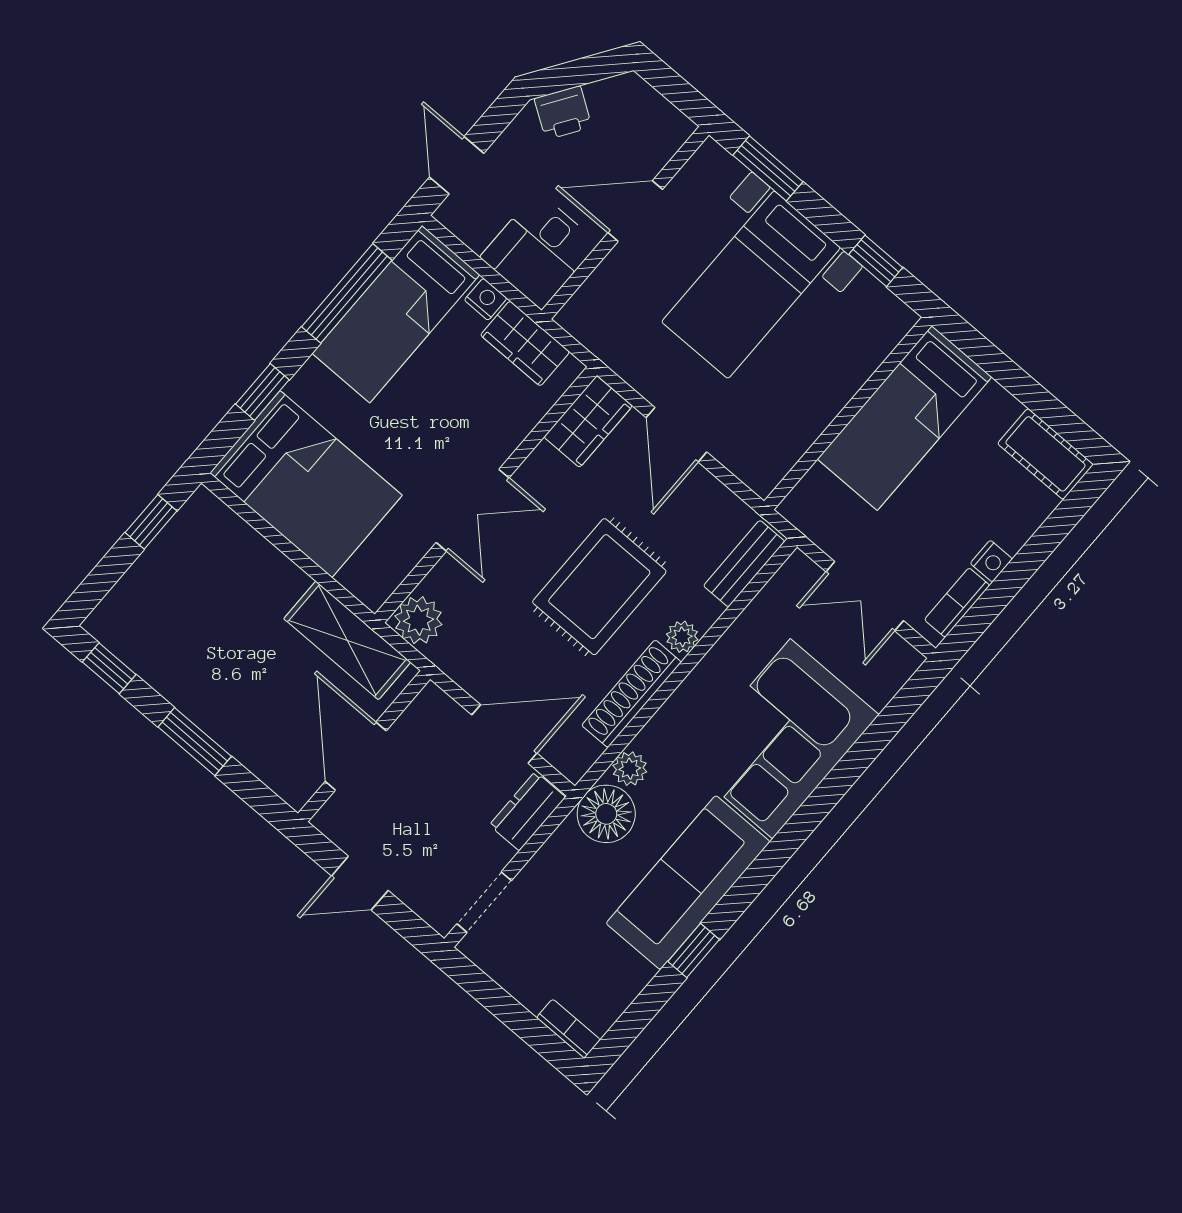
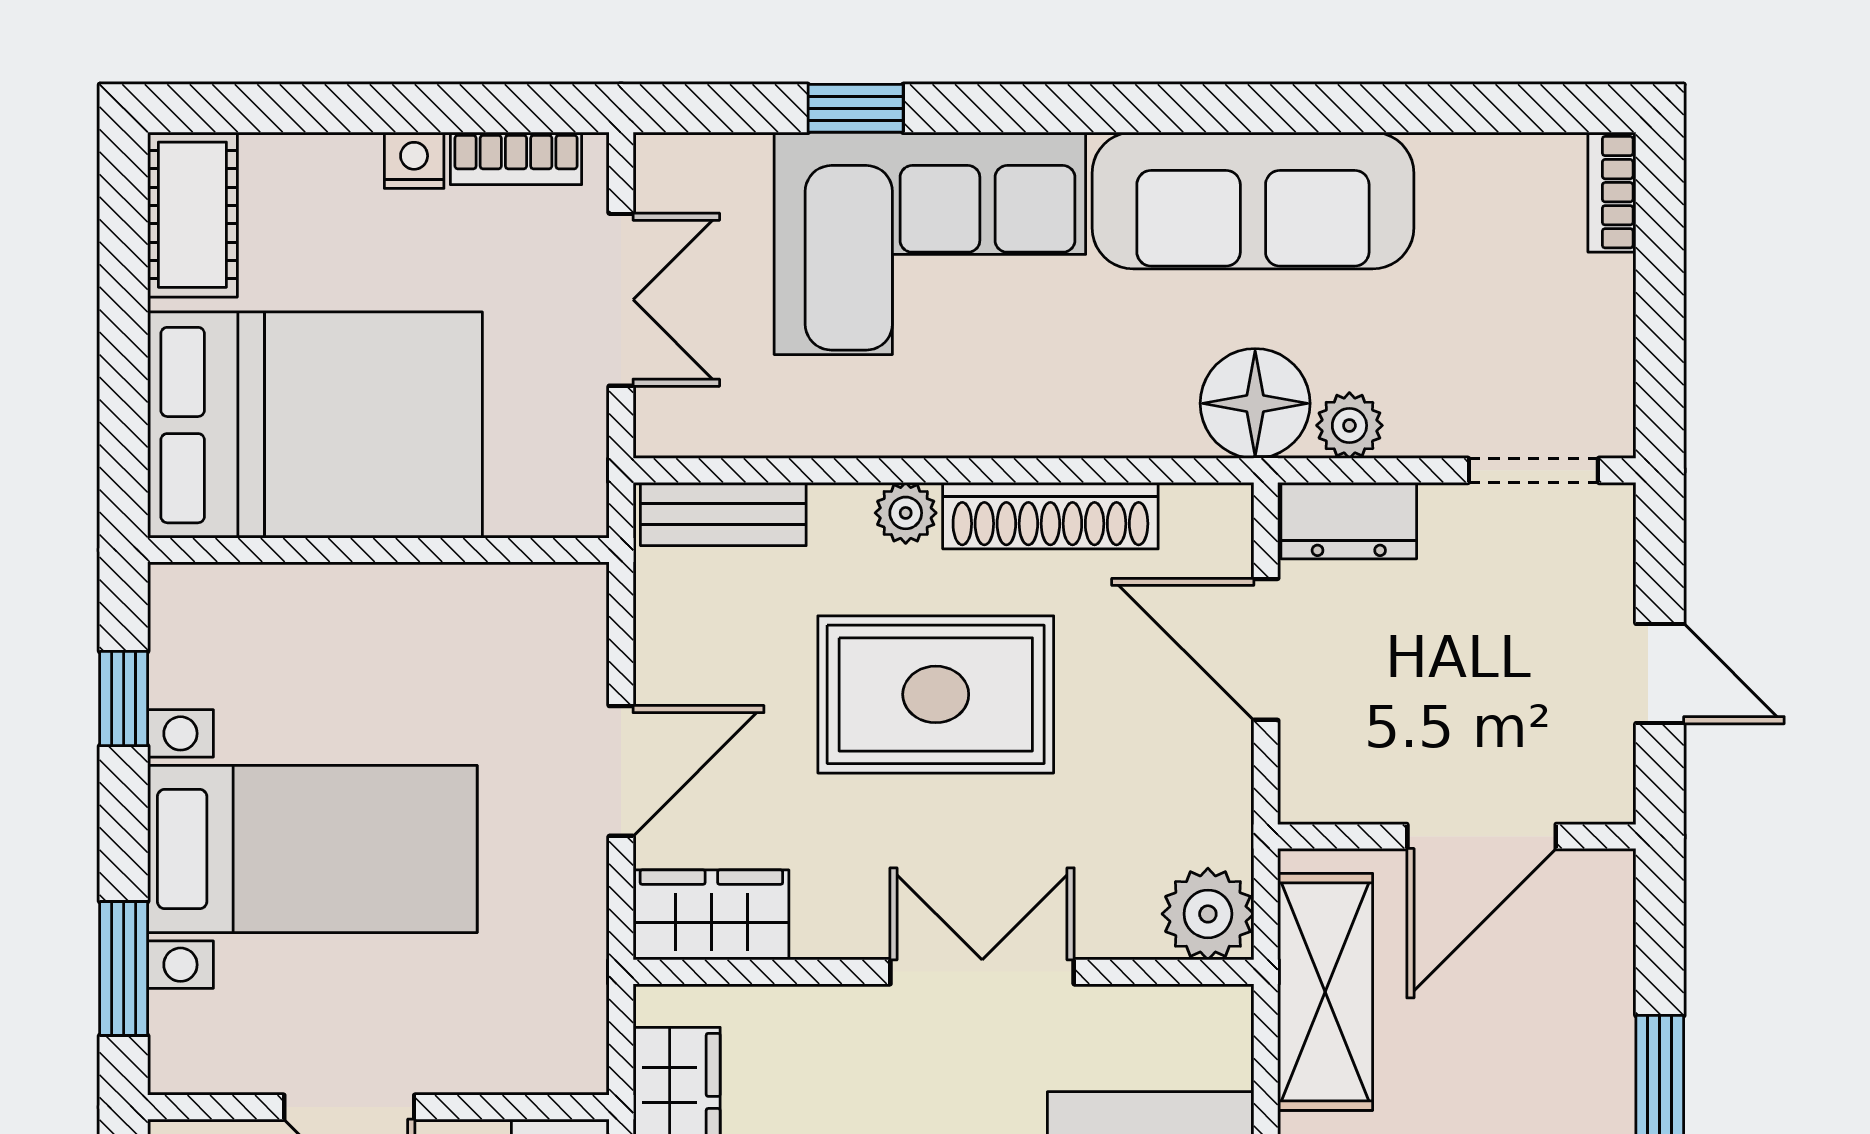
bed: (904, 418) -> (315, 425), width x1.50
plant: (630, 769) -> (1349, 425), moved
window: (694, 951) -> (856, 108), moved

